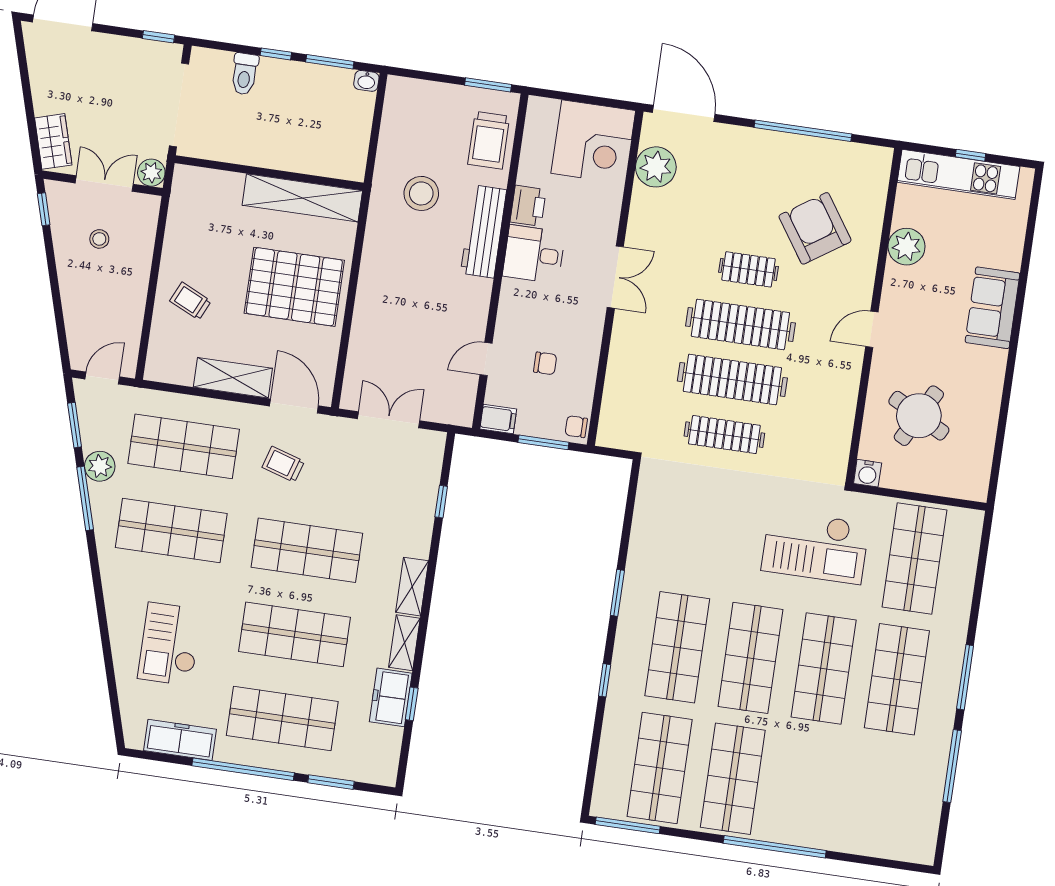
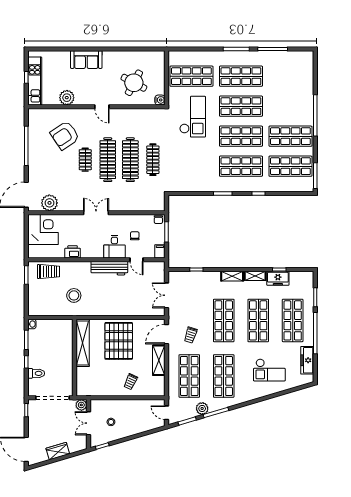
wardrobe: (53, 141) -> (58, 451), moved
workbench: (484, 231) -> (109, 268), moved
desk: (534, 254) -> (114, 247), moved

